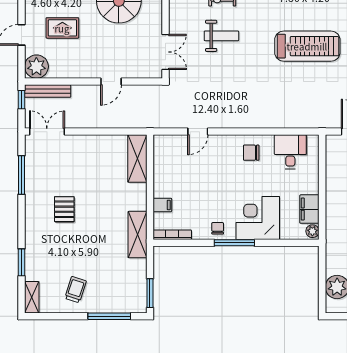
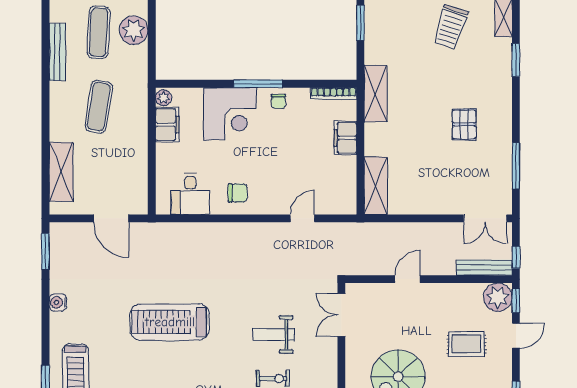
window: (22, 64) -> (516, 301), added
filing cabinet: (162, 205) -> (345, 138), width x2.00
trolley: (76, 290) -> (451, 27), width x1.36, depth x1.39

